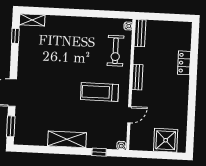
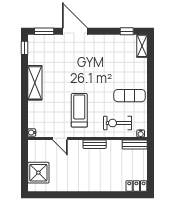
exercise mat: (86, 36) -> (130, 96), added
locker: (184, 63) -> (136, 186), moved
window: (99, 152) -> (25, 48), moved

